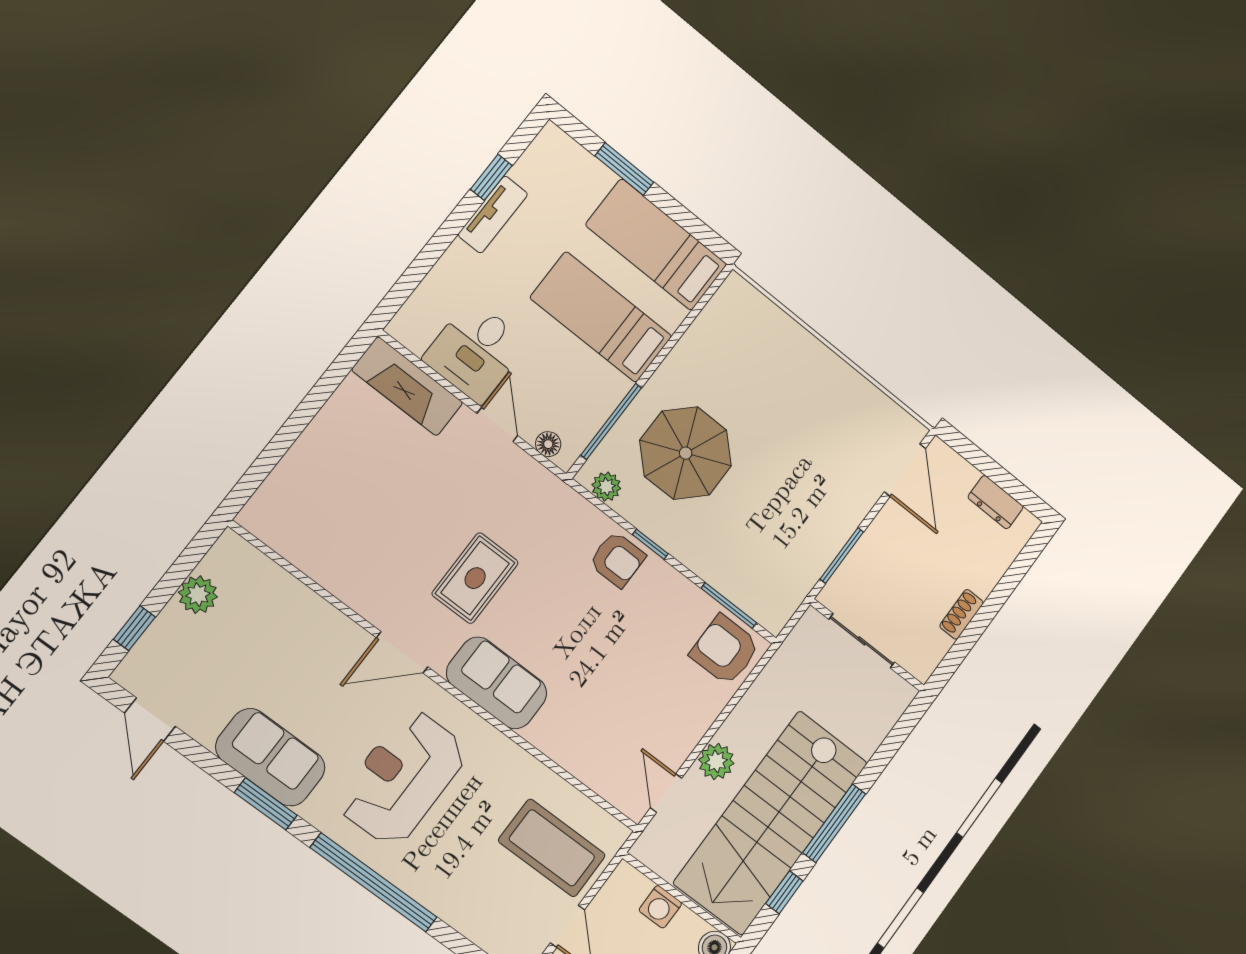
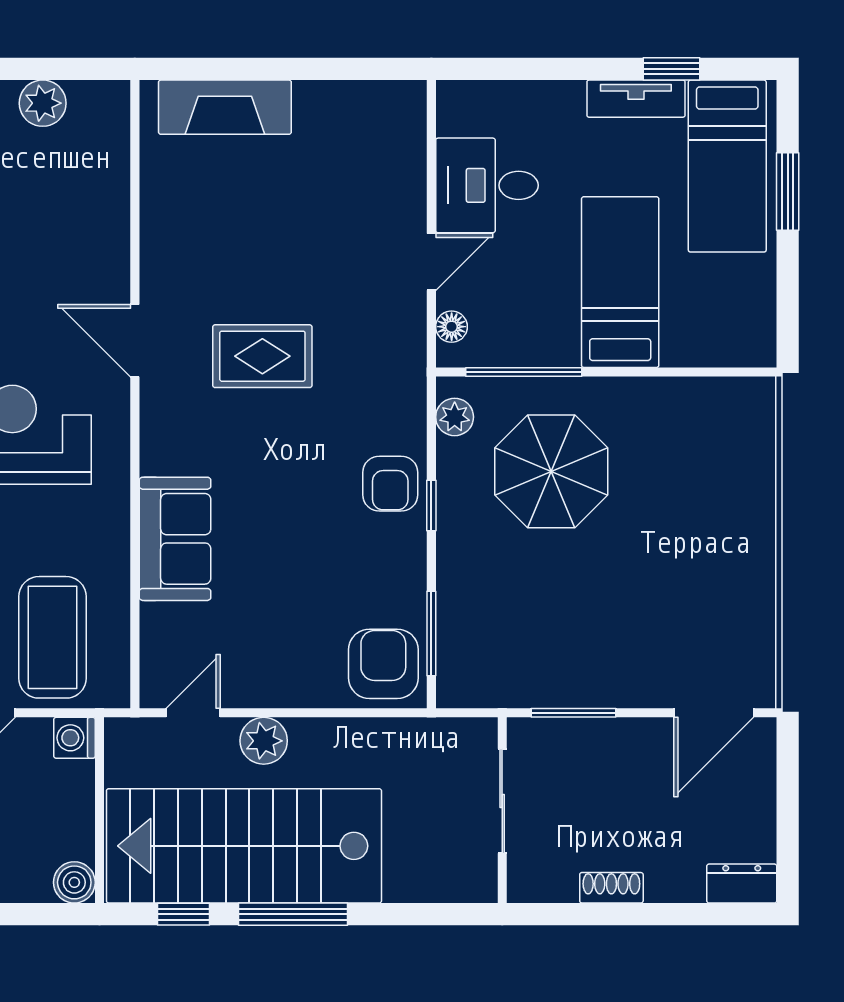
bed: (656, 245) -> (727, 166), moved, turned 180
fireplace: (407, 386) -> (225, 107), moved, turned -90
dresser: (996, 502) -> (742, 884), moved, turned 90
sofa: (497, 683) -> (175, 539), moved
washing machine: (660, 907) -> (74, 738), moved

